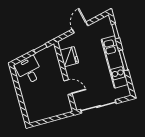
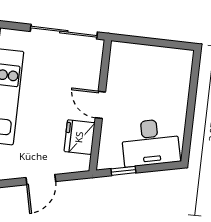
desk: (29, 70) -> (150, 143), width x1.37
door: (68, 87) -> (100, 105), moved

